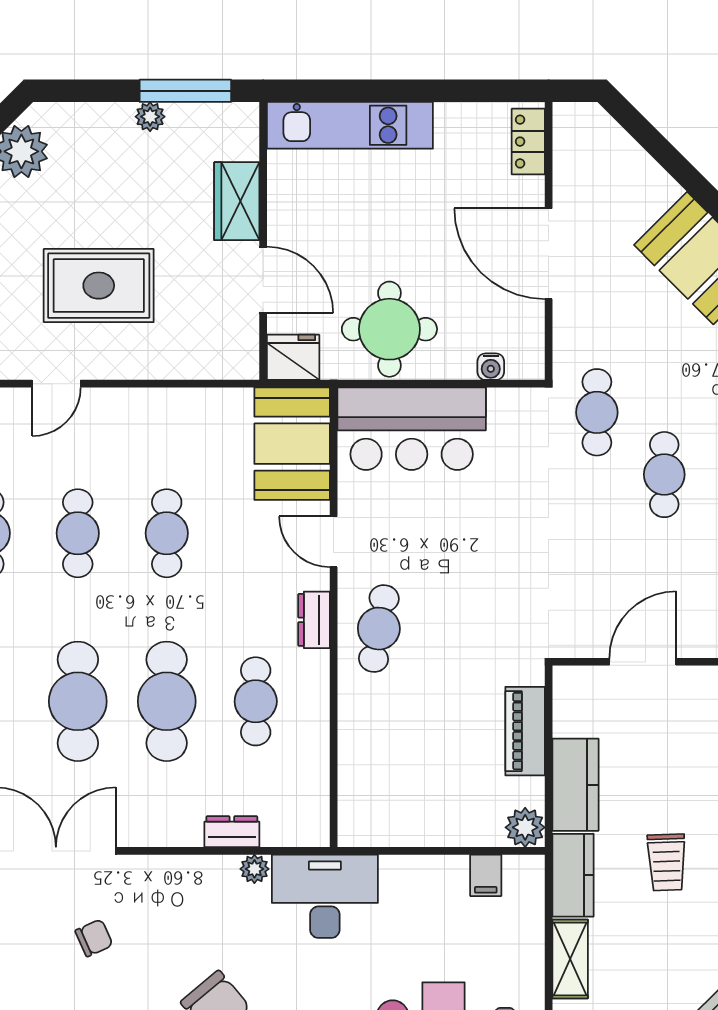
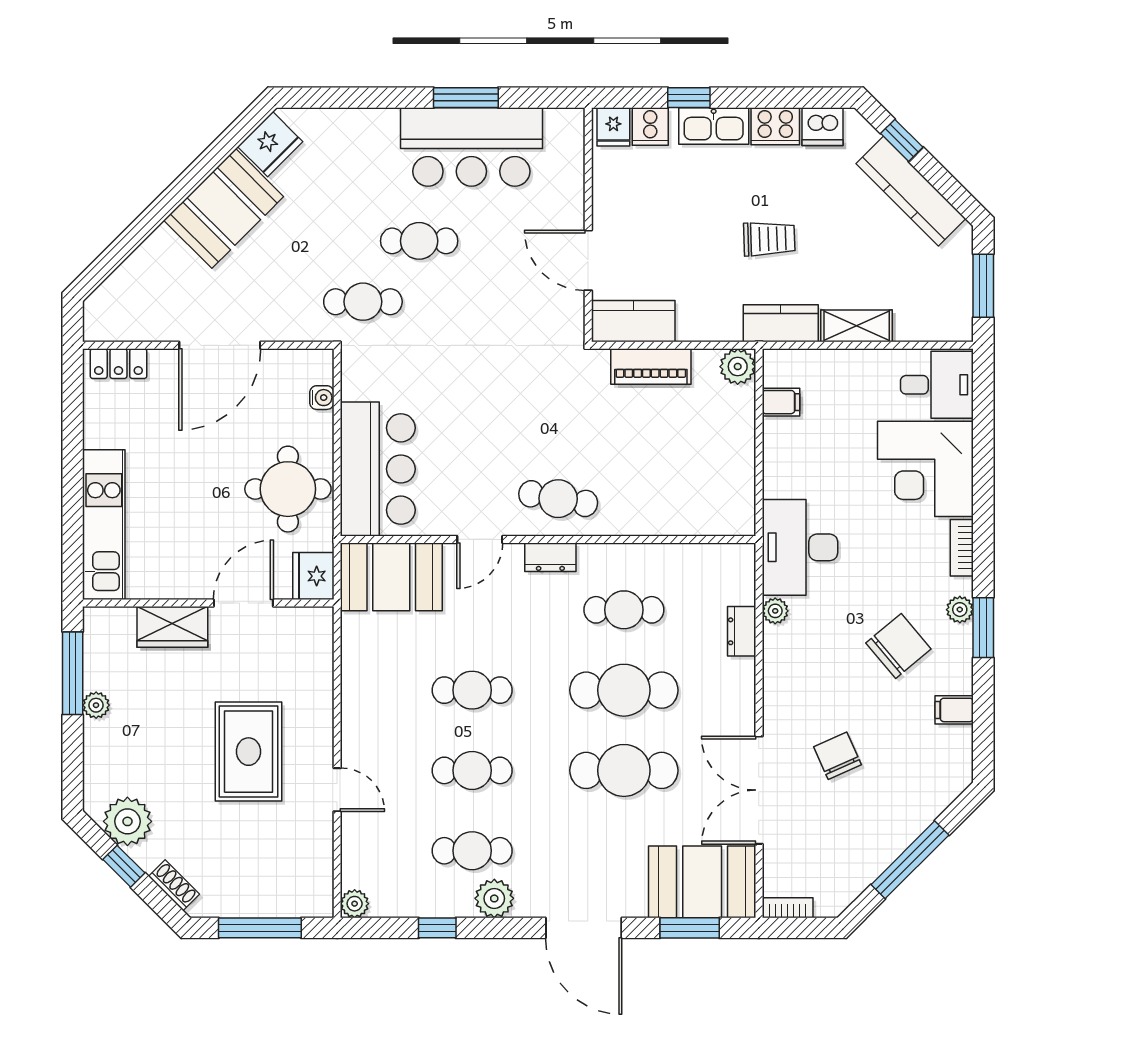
kitchen counter: (575, 785) -> (633, 321), moved
chair: (94, 938) -> (837, 756), width x1.37, depth x1.37

